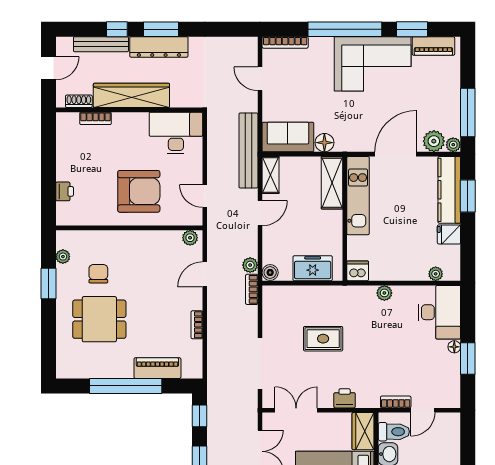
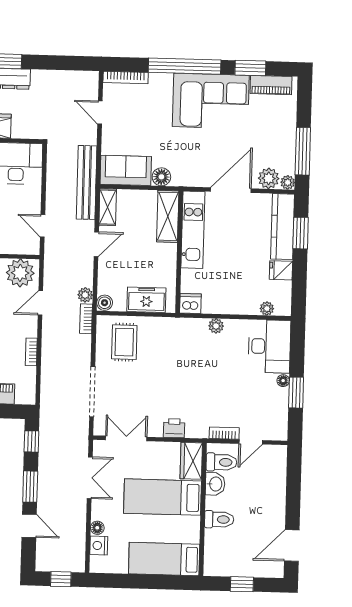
plant: (190, 238) -> (20, 273), width x1.87, depth x1.87
rug: (323, 339) -> (124, 342), moved, turned 90

